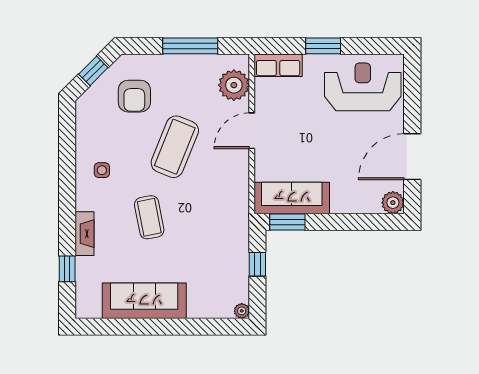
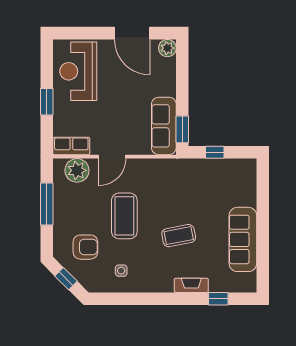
row of seats: (278, 65) -> (71, 146), moved, turned -90
door: (252, 131) -> (112, 157), hinge flipped
coffee table: (175, 147) -> (124, 216), turned 68
side table: (102, 170) -> (121, 271), moved
plant: (242, 311) -> (251, 164), removed

